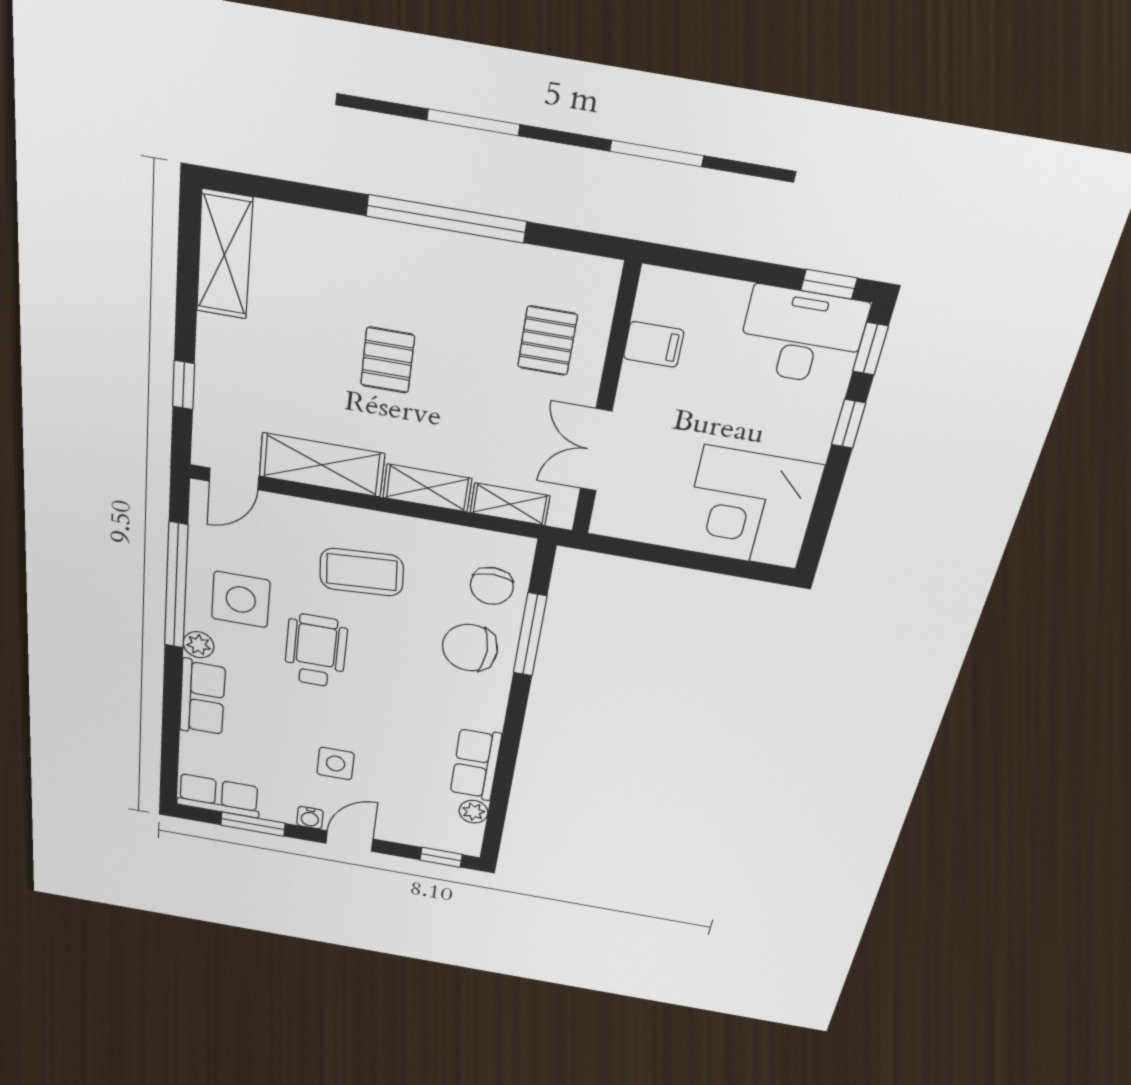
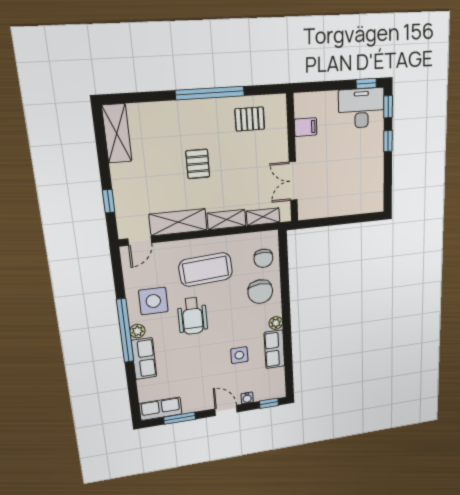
pallet: (547, 341) -> (250, 119), moved, turned 90
corner desk: (751, 508) -> (360, 189), removed
coffee table: (362, 572) -> (206, 270), width x1.36, depth x1.32
window: (176, 586) -> (125, 331), moved
window: (530, 635) -> (284, 277), removed
chair: (470, 648) -> (260, 292), turned -94
wheelchair: (316, 651) -> (192, 316), turned 180
side table: (336, 764) -> (239, 355), moved
plant: (473, 812) -> (276, 323), moved
water cooler: (310, 818) -> (247, 398), moved
door: (349, 841) -> (226, 410), hinge flipped

